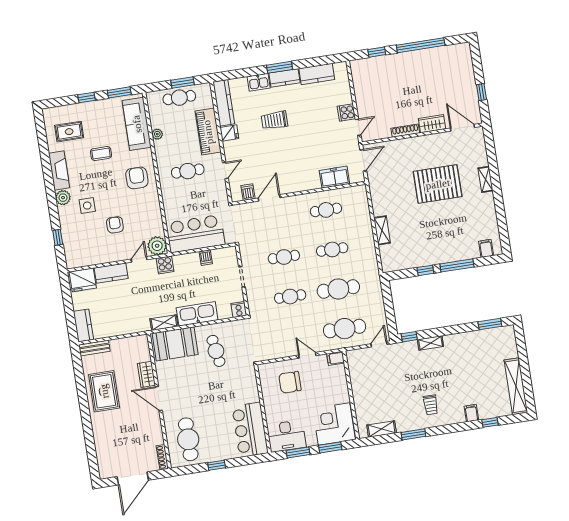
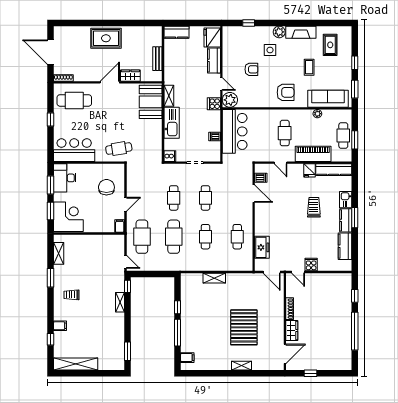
bench: (94, 348) -> (157, 59), moved
cafe table: (216, 351) -> (119, 149), moved
rug: (104, 391) -> (106, 38), moved

